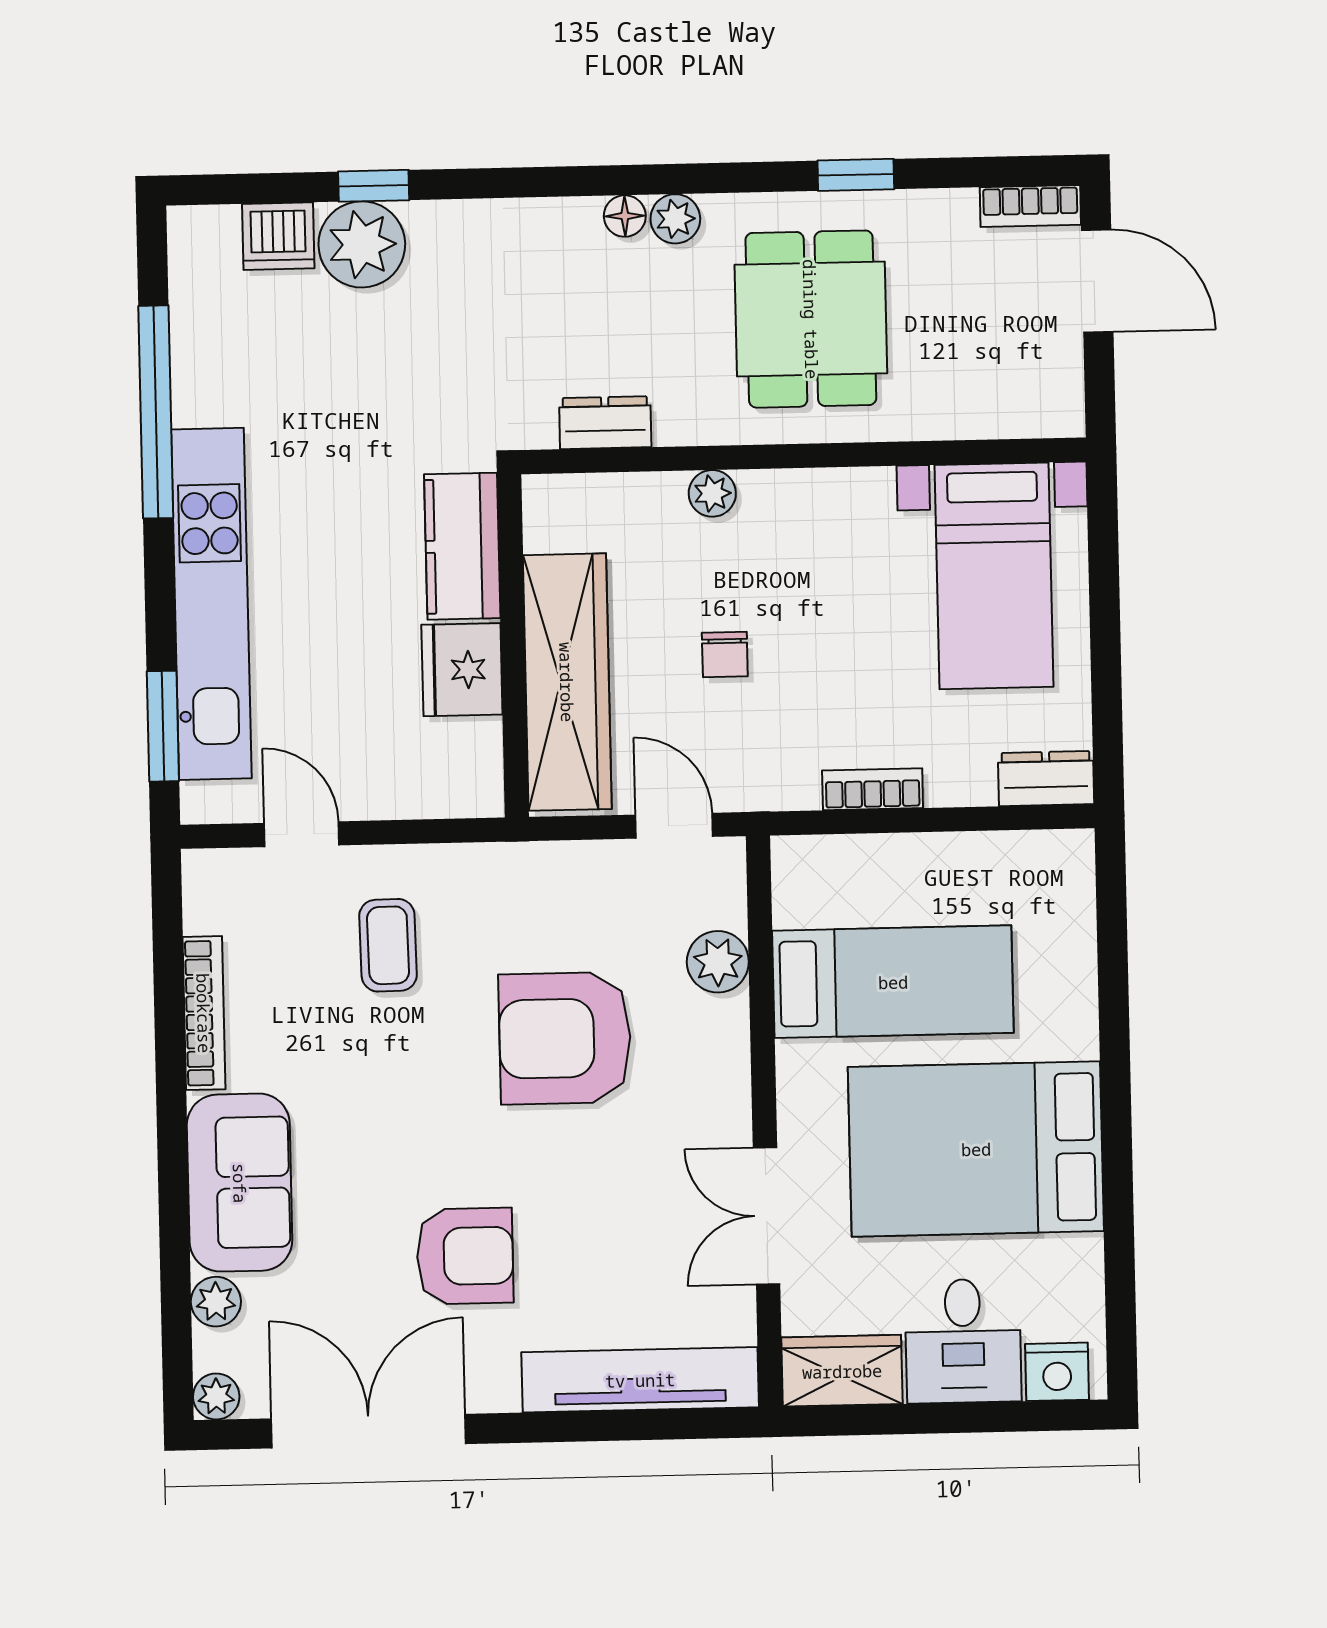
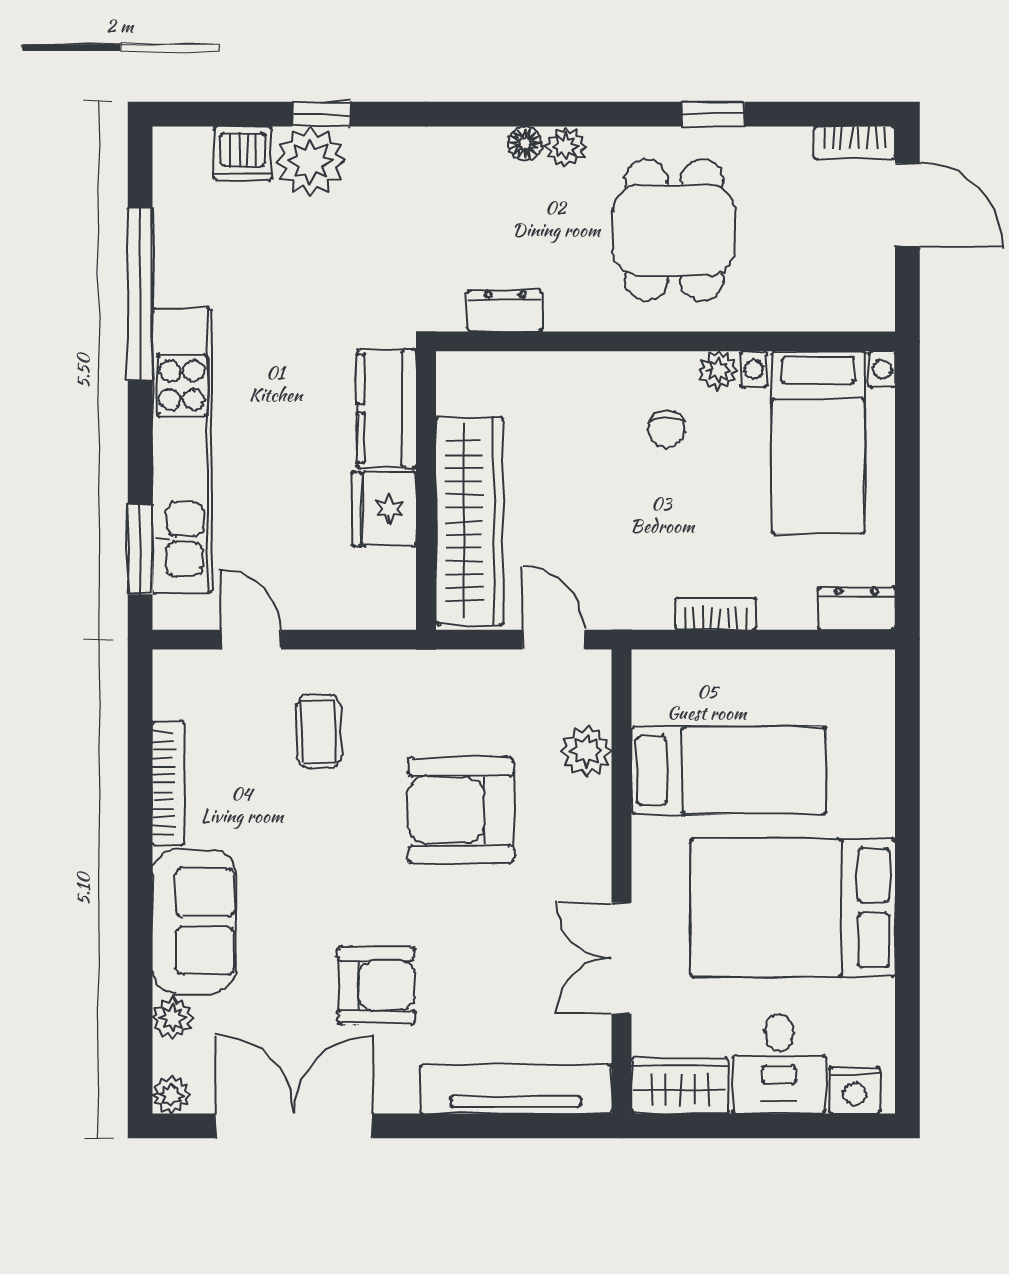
plant: (712, 493) -> (718, 370), moved
chair: (725, 654) -> (667, 429), moved

